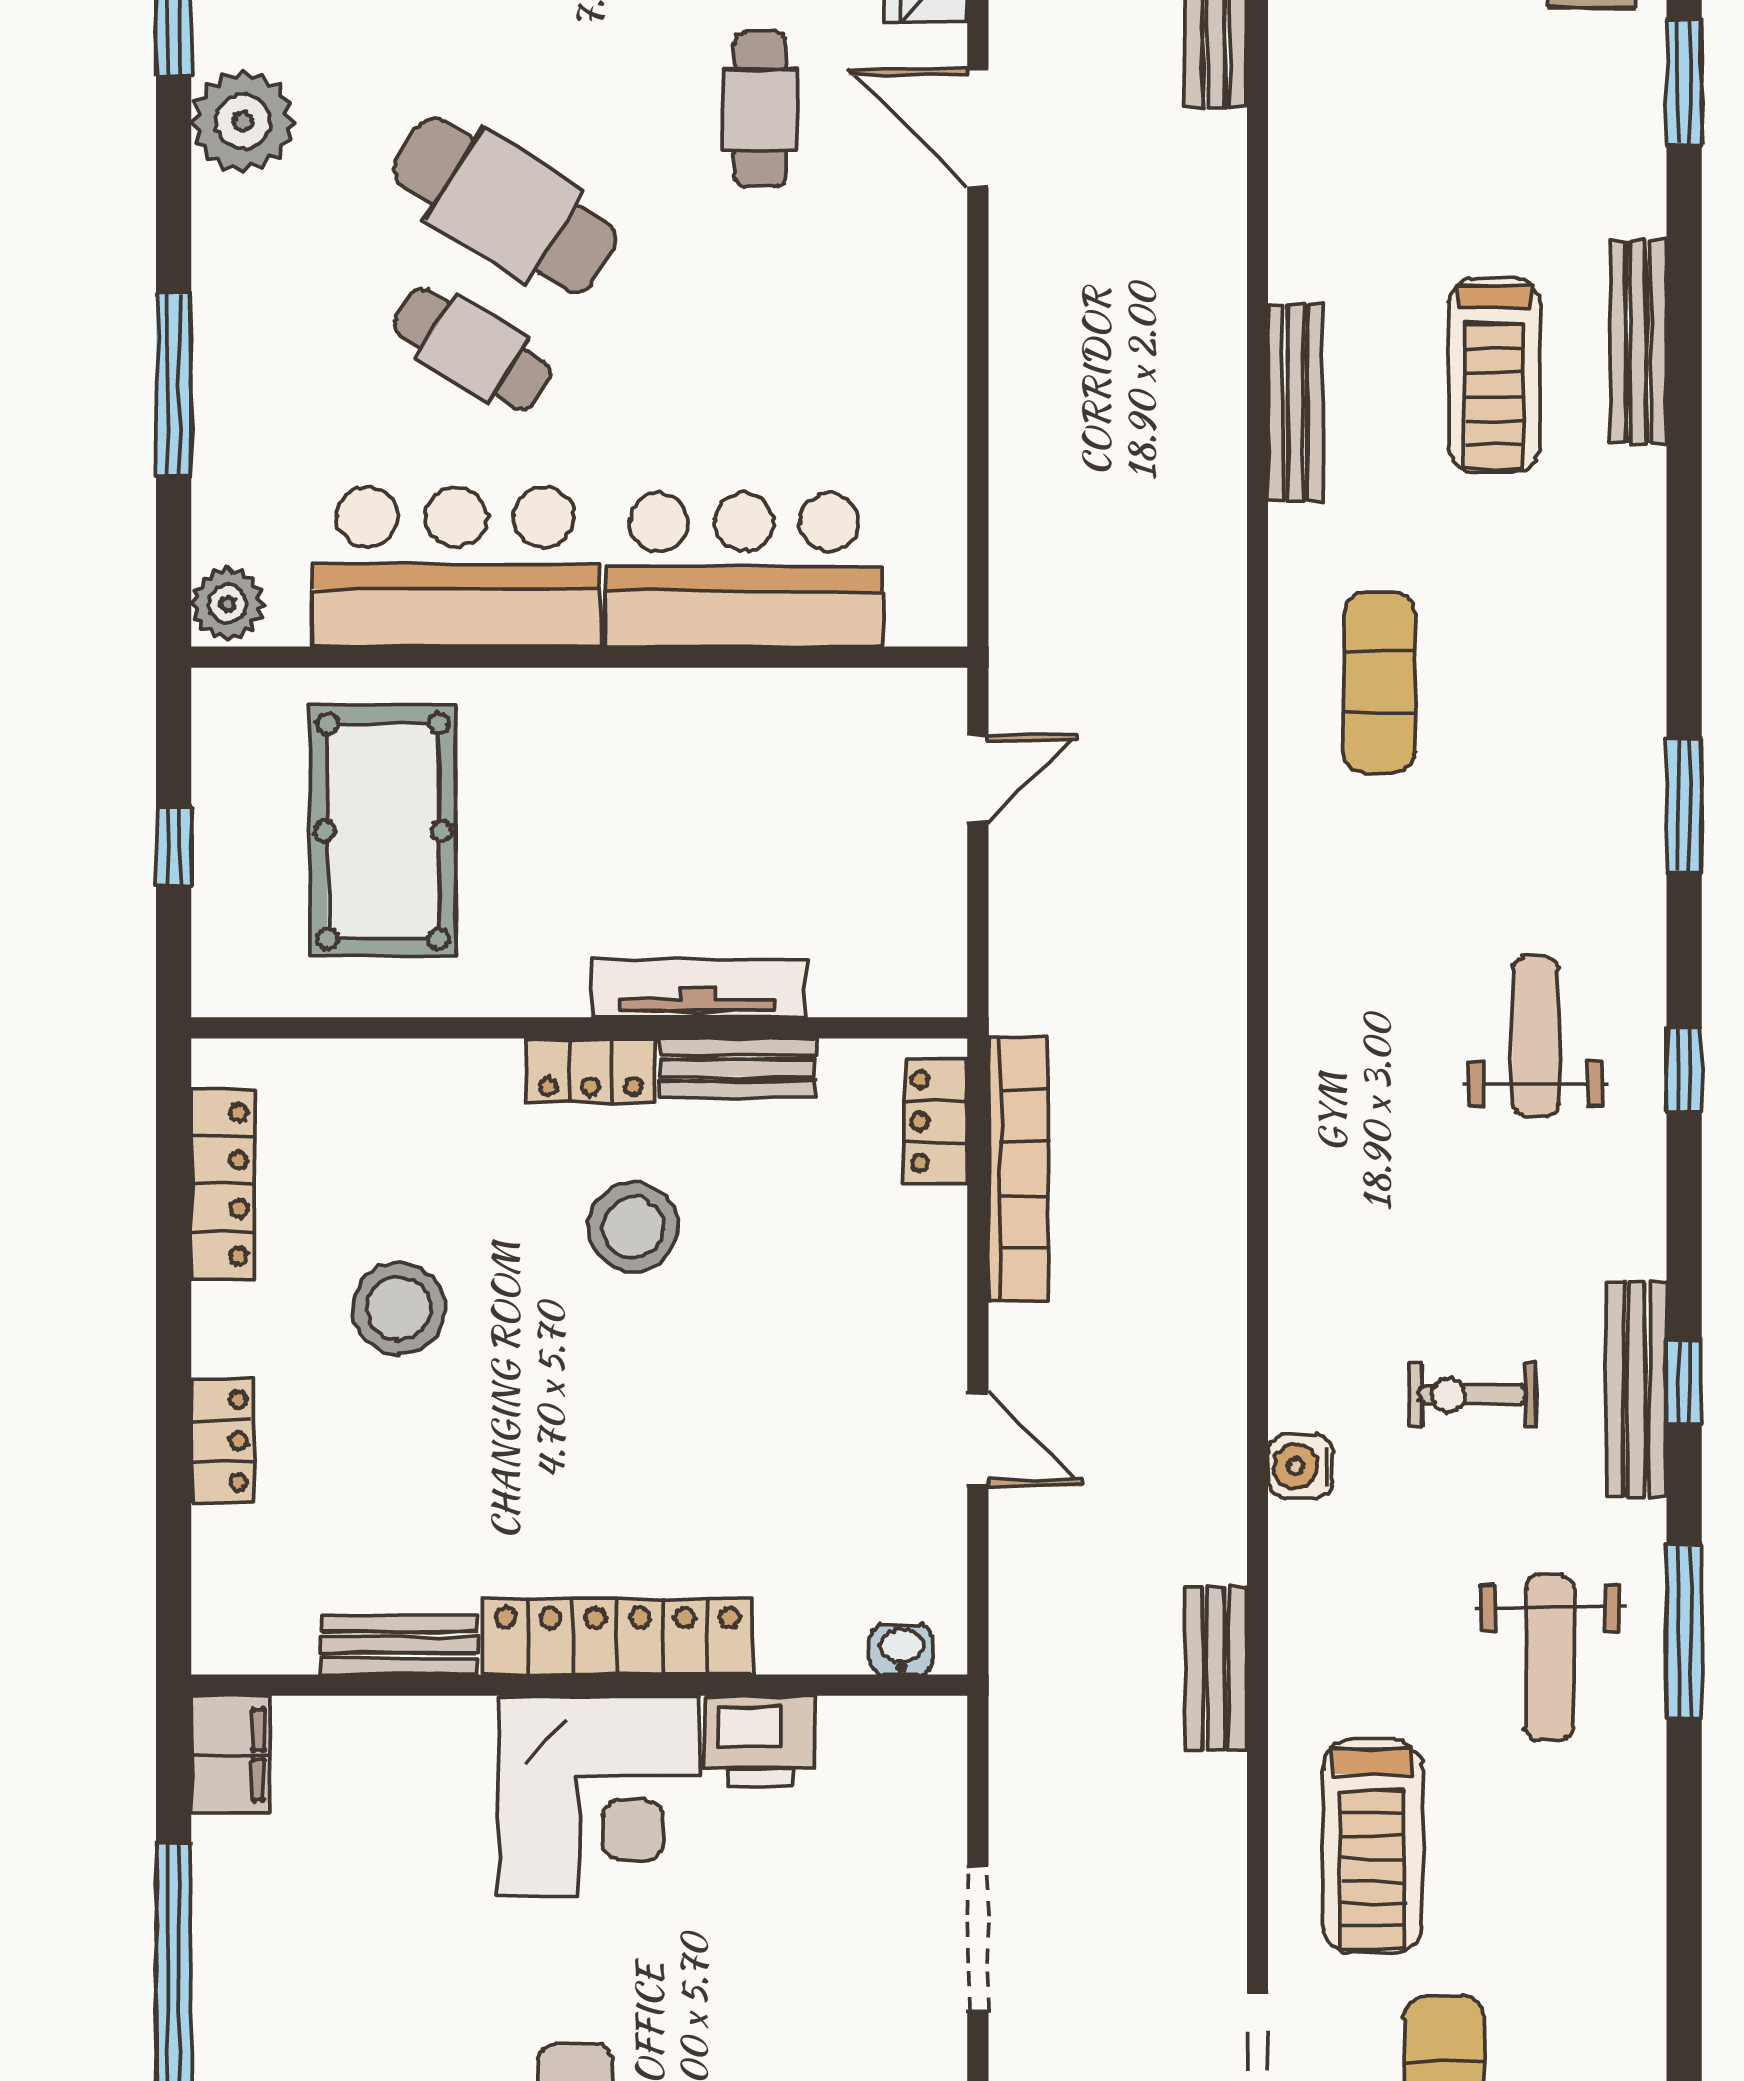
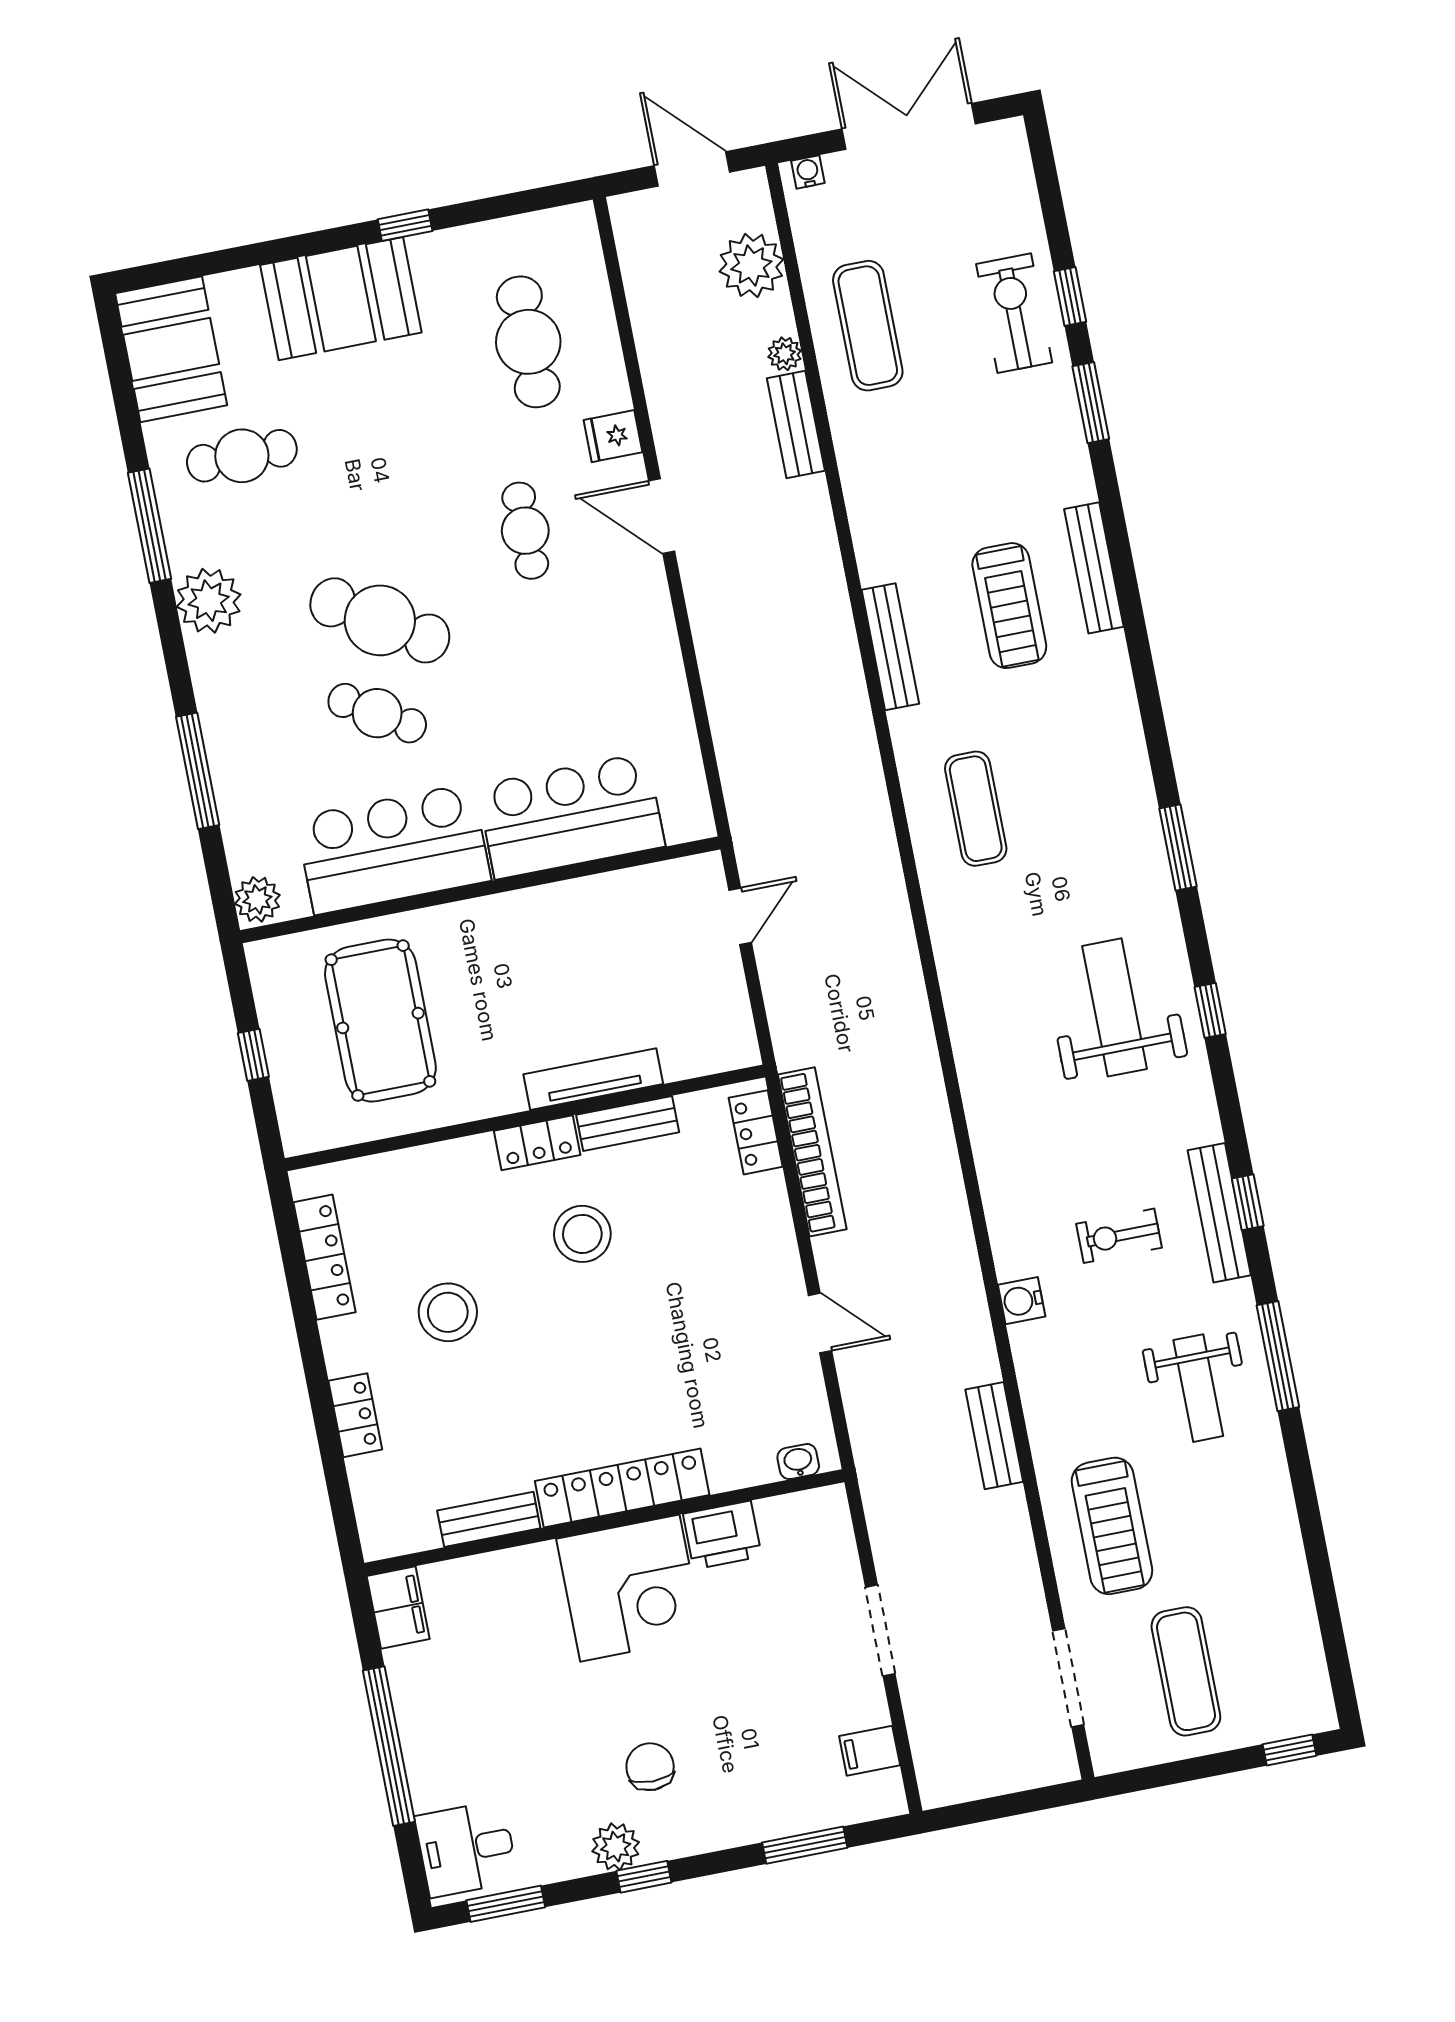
weight bench: (1536, 1036) -> (1115, 1007), width x1.36, depth x1.33

